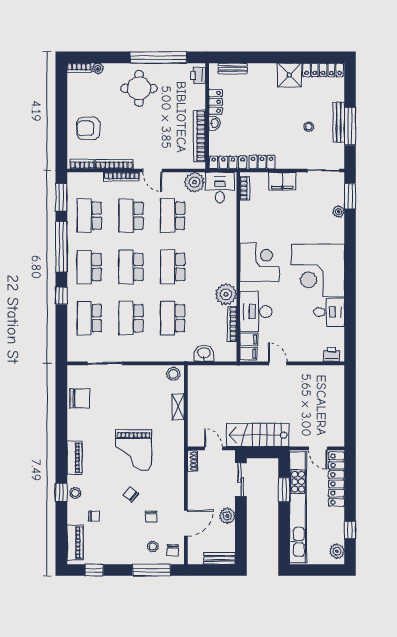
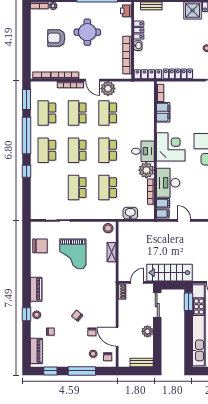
round table: (139, 88) -> (87, 32), moved
armchair: (88, 128) -> (56, 38), moved
locker: (262, 162) -> (178, 74), width x1.53
filing cabinet: (282, 181) -> (163, 112), moved, turned -90
plant: (194, 182) -> (108, 88), moved
desk: (220, 188) -> (143, 151), moved, turned 90
school desk: (89, 318) -> (47, 188), removed
door: (213, 448) -> (137, 282), hinge flipped
grand piano: (134, 450) -> (73, 254), moved
window: (284, 490) -> (189, 302), moved
door: (186, 523) -> (117, 337), swing flipped
window: (152, 570) -> (82, 371), moved

